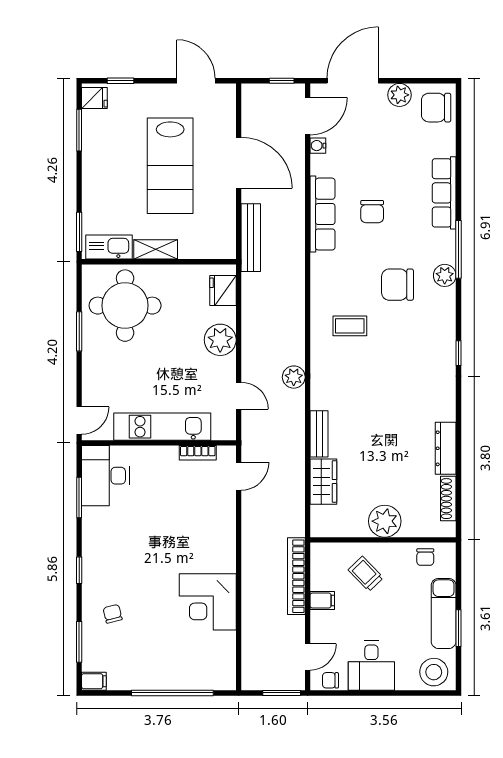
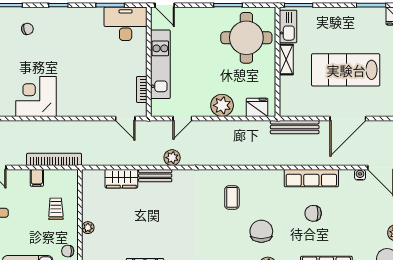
plant: (294, 377) -> (172, 158), moved
plant: (385, 521) -> (88, 228), width x0.53, depth x0.53
trolley: (366, 574) -> (56, 209), turned -47

